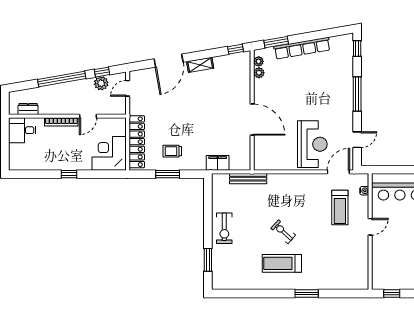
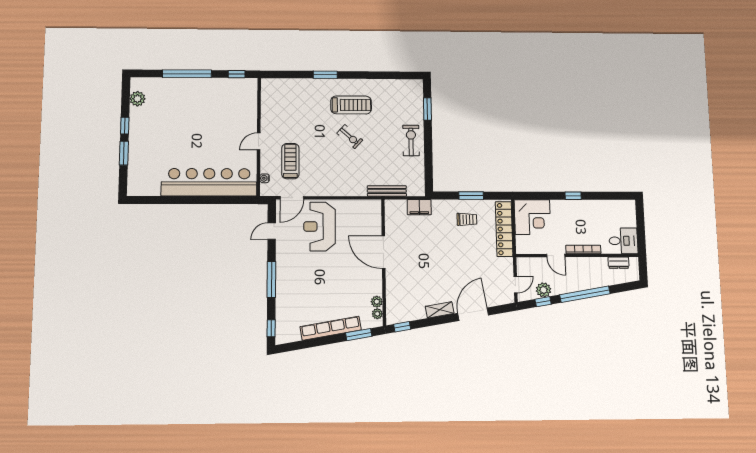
door: (88, 116) -> (556, 256), swing flipped

